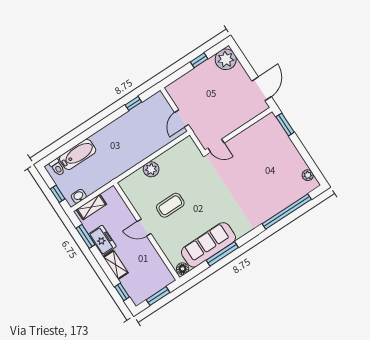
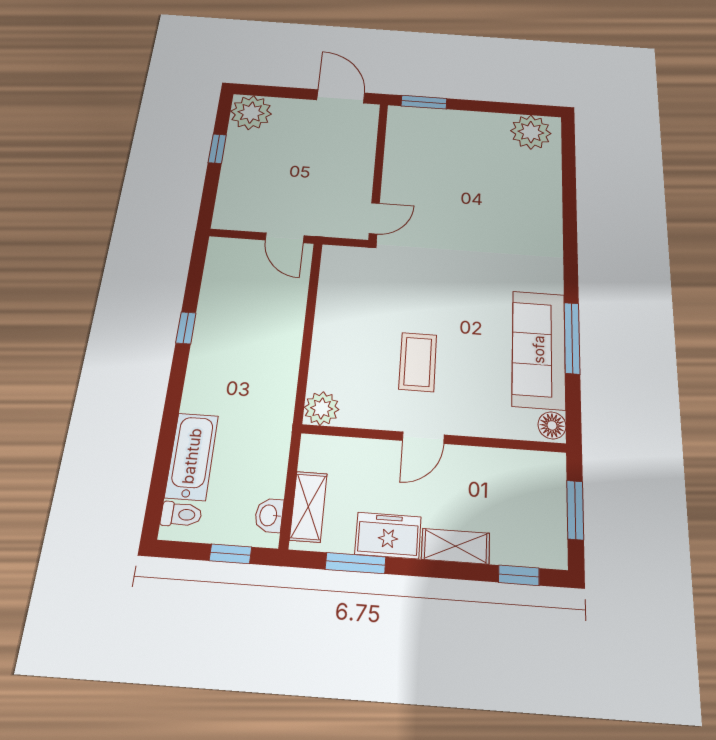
window: (133, 103) -> (186, 328), moved
plant: (151, 169) -> (322, 408), moved
plant: (308, 175) -> (531, 132), width x1.88, depth x1.88
window: (287, 211) -> (569, 191), removed

